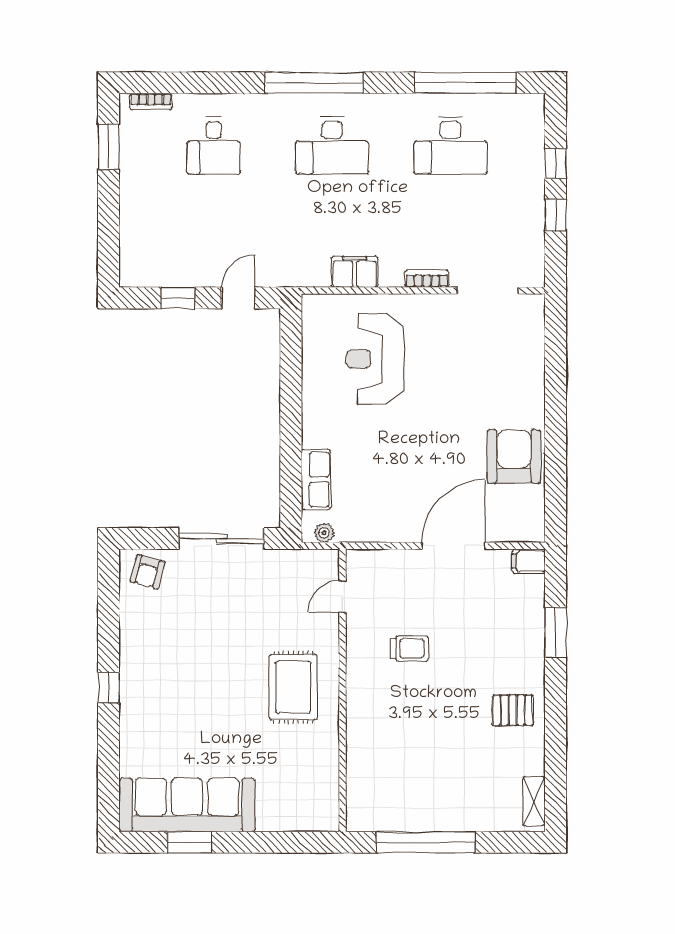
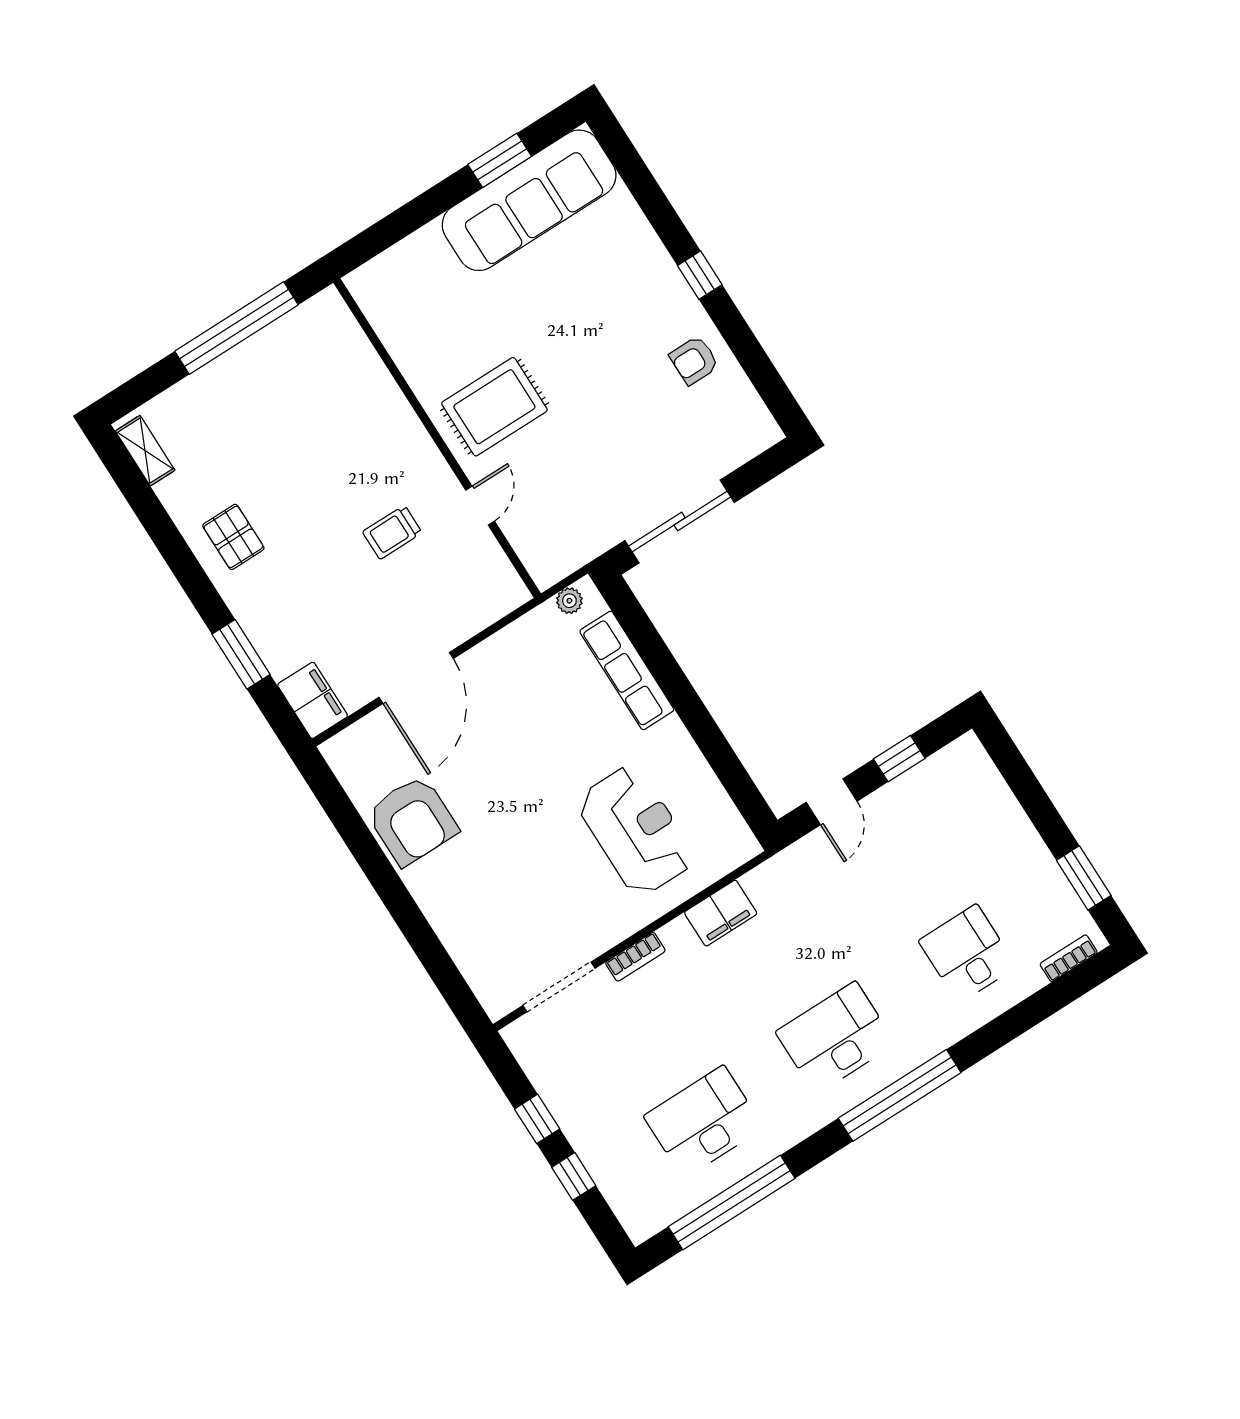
row of seats: (316, 479) -> (627, 670), width x1.48
filing cabinet: (529, 561) -> (313, 700), width x2.00
armchair: (148, 572) -> (694, 360), moved, turned -105
door: (342, 597) -> (480, 506), moved
rug: (293, 687) -> (494, 407), turned 90
pallet: (513, 710) -> (233, 537), turned 90

